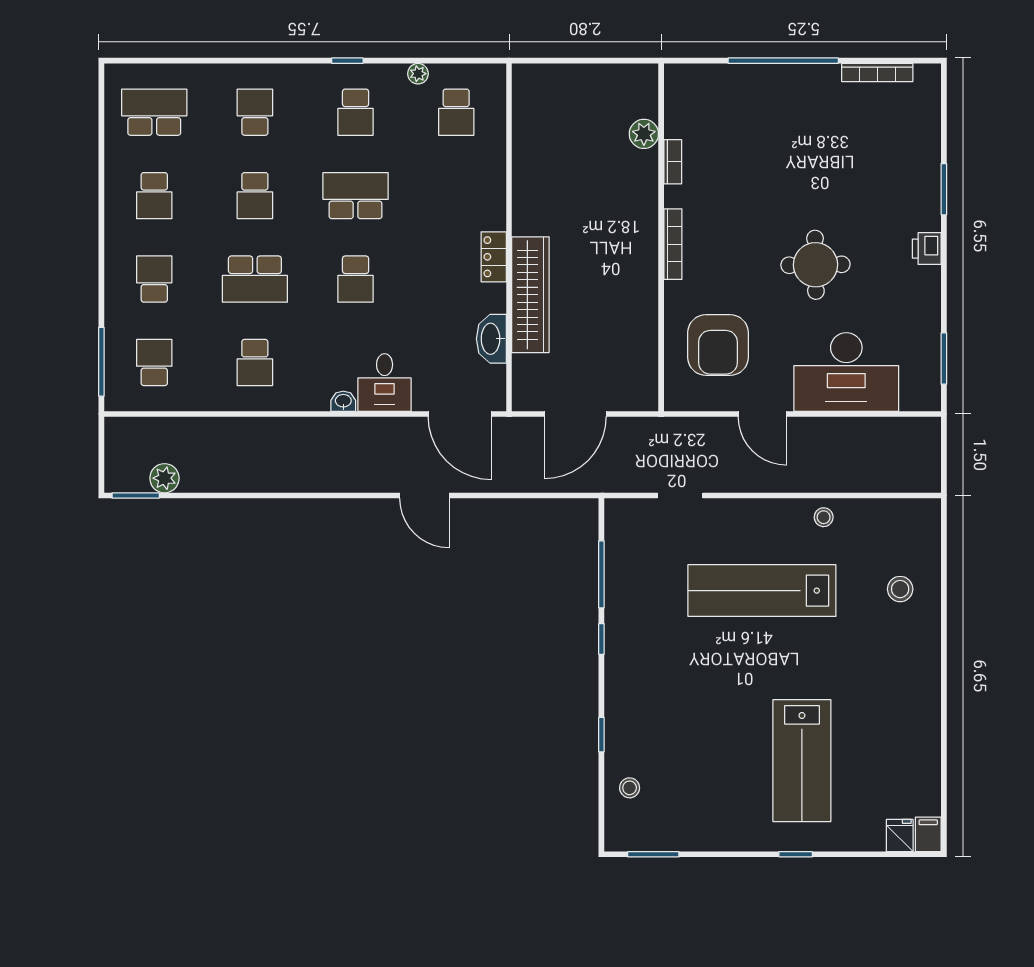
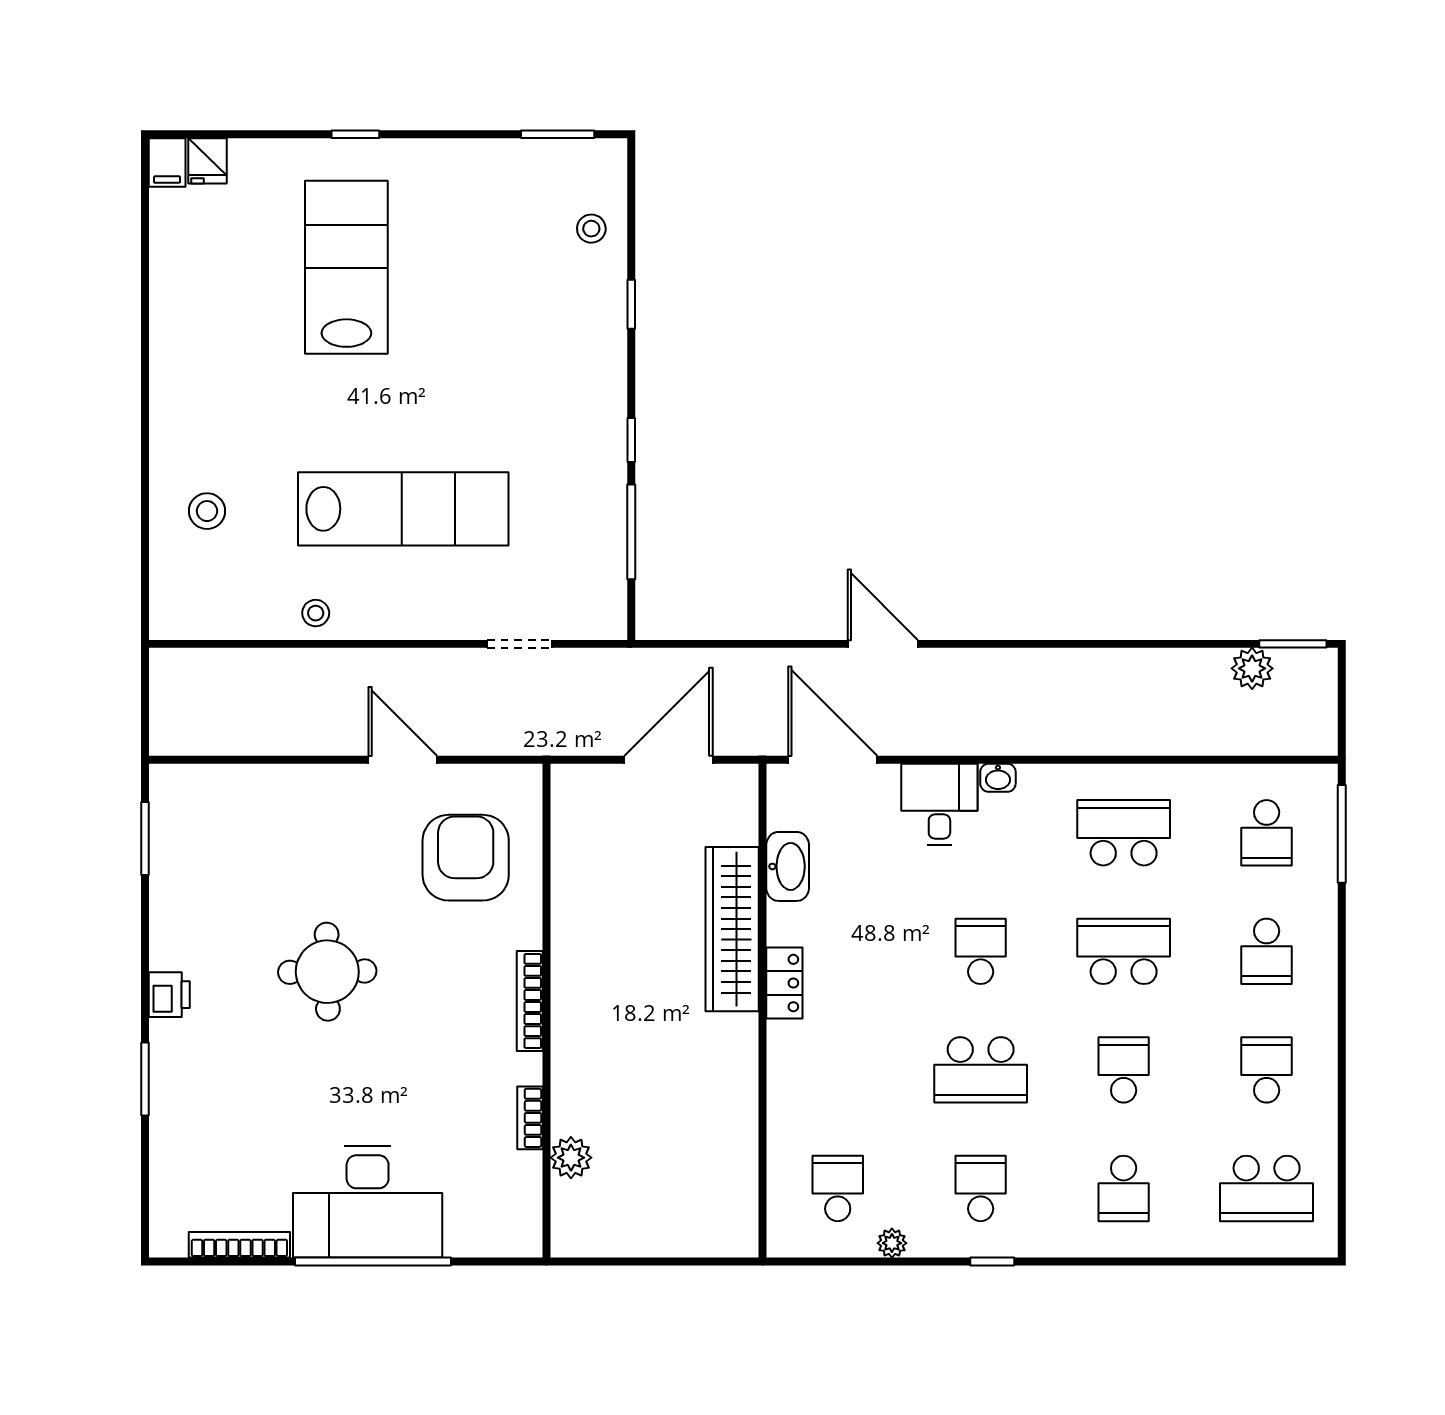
school desk: (255, 363) -> (1124, 833), width x1.85
desk: (846, 372) -> (368, 1202), moved, turned 180

